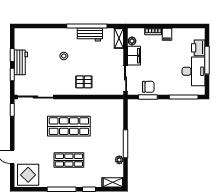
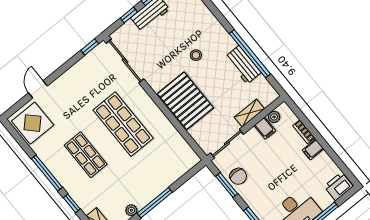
shelving: (119, 38) -> (249, 113), moved
printer: (198, 48) -> (339, 186), moved
filing cabinet: (134, 56) -> (265, 128), width x0.50
pallet: (84, 82) -> (185, 101), width x2.05, depth x2.00

